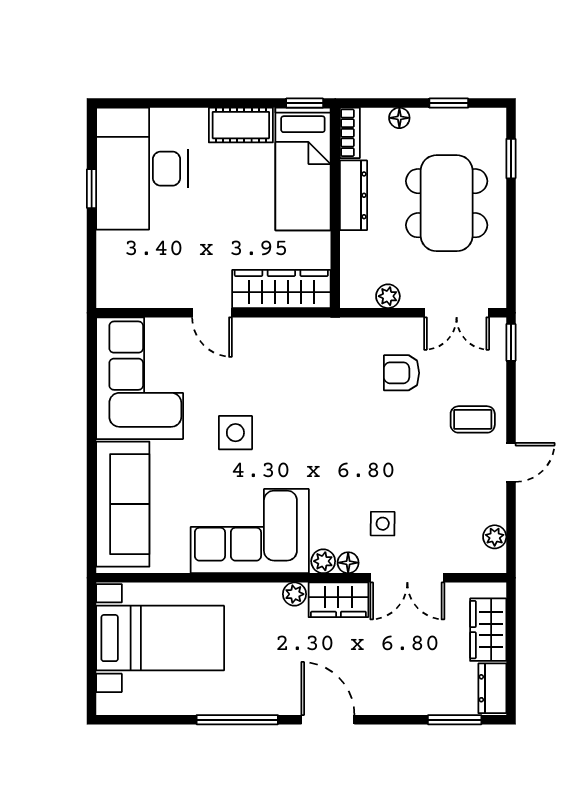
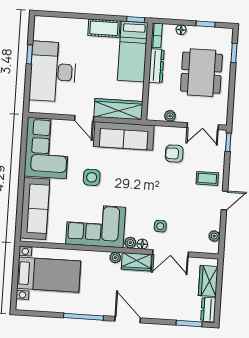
desk: (142, 169) -> (53, 72), moved
sofa: (296, 343) -> (124, 136), added

